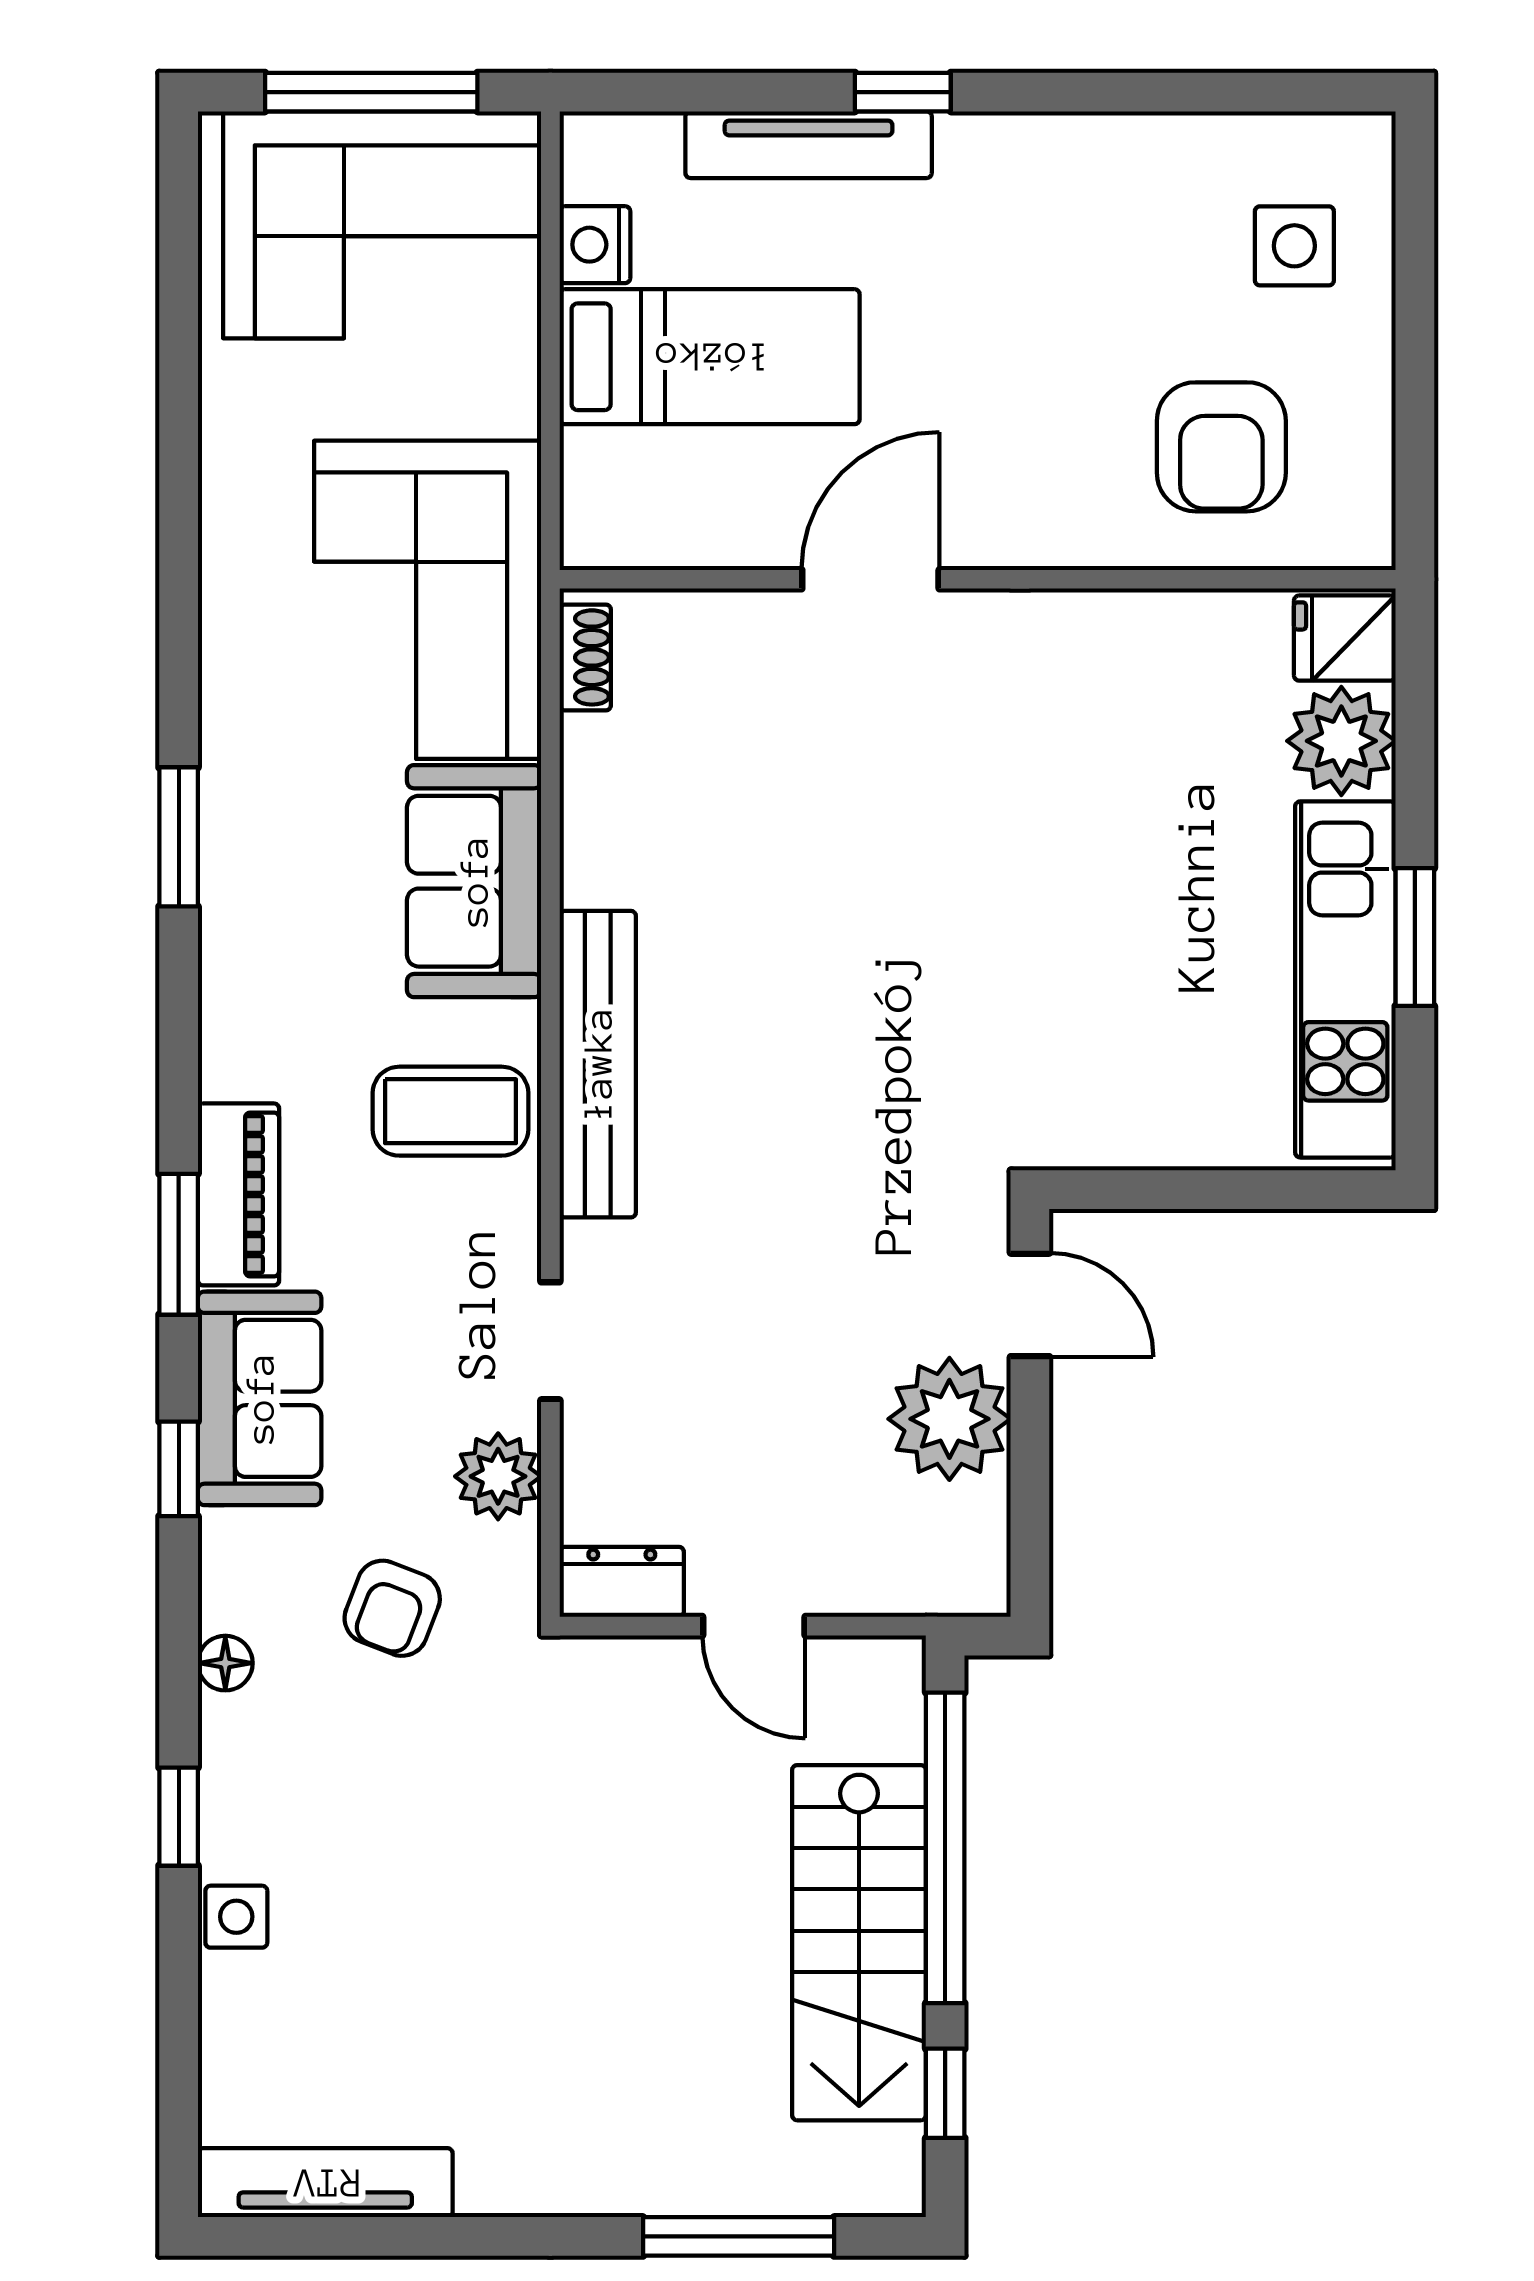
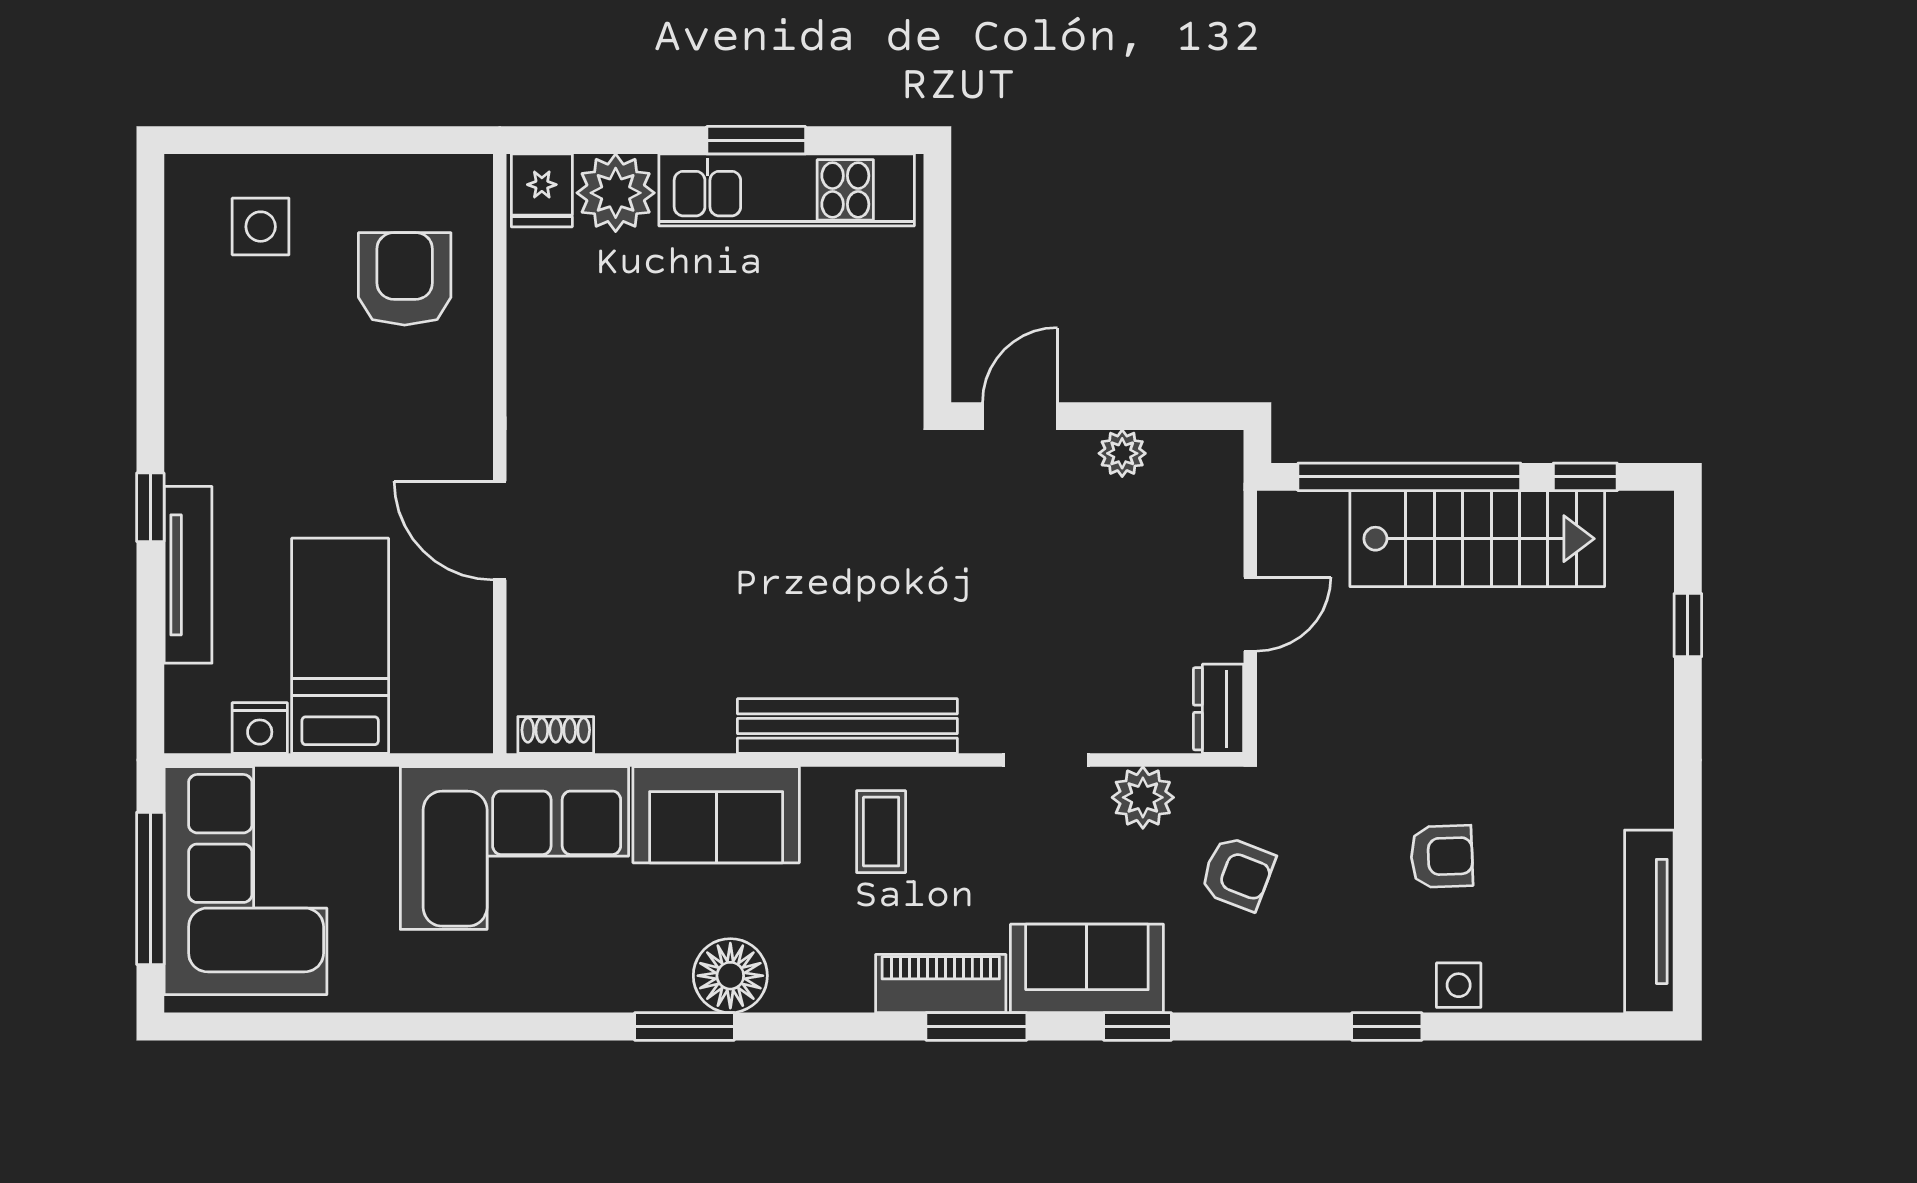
armchair: (1221, 447) -> (405, 279), turned -90
coffee table: (450, 1111) -> (881, 832), width x0.73, depth x0.77
plant: (949, 1419) -> (1122, 453), width x0.53, depth x0.53
floor lamp: (225, 1663) -> (730, 976), moved, width x1.89, depth x1.89
armchair: (416, 1893) -> (1442, 856), added
window: (739, 2236) -> (1688, 625), width x0.46

